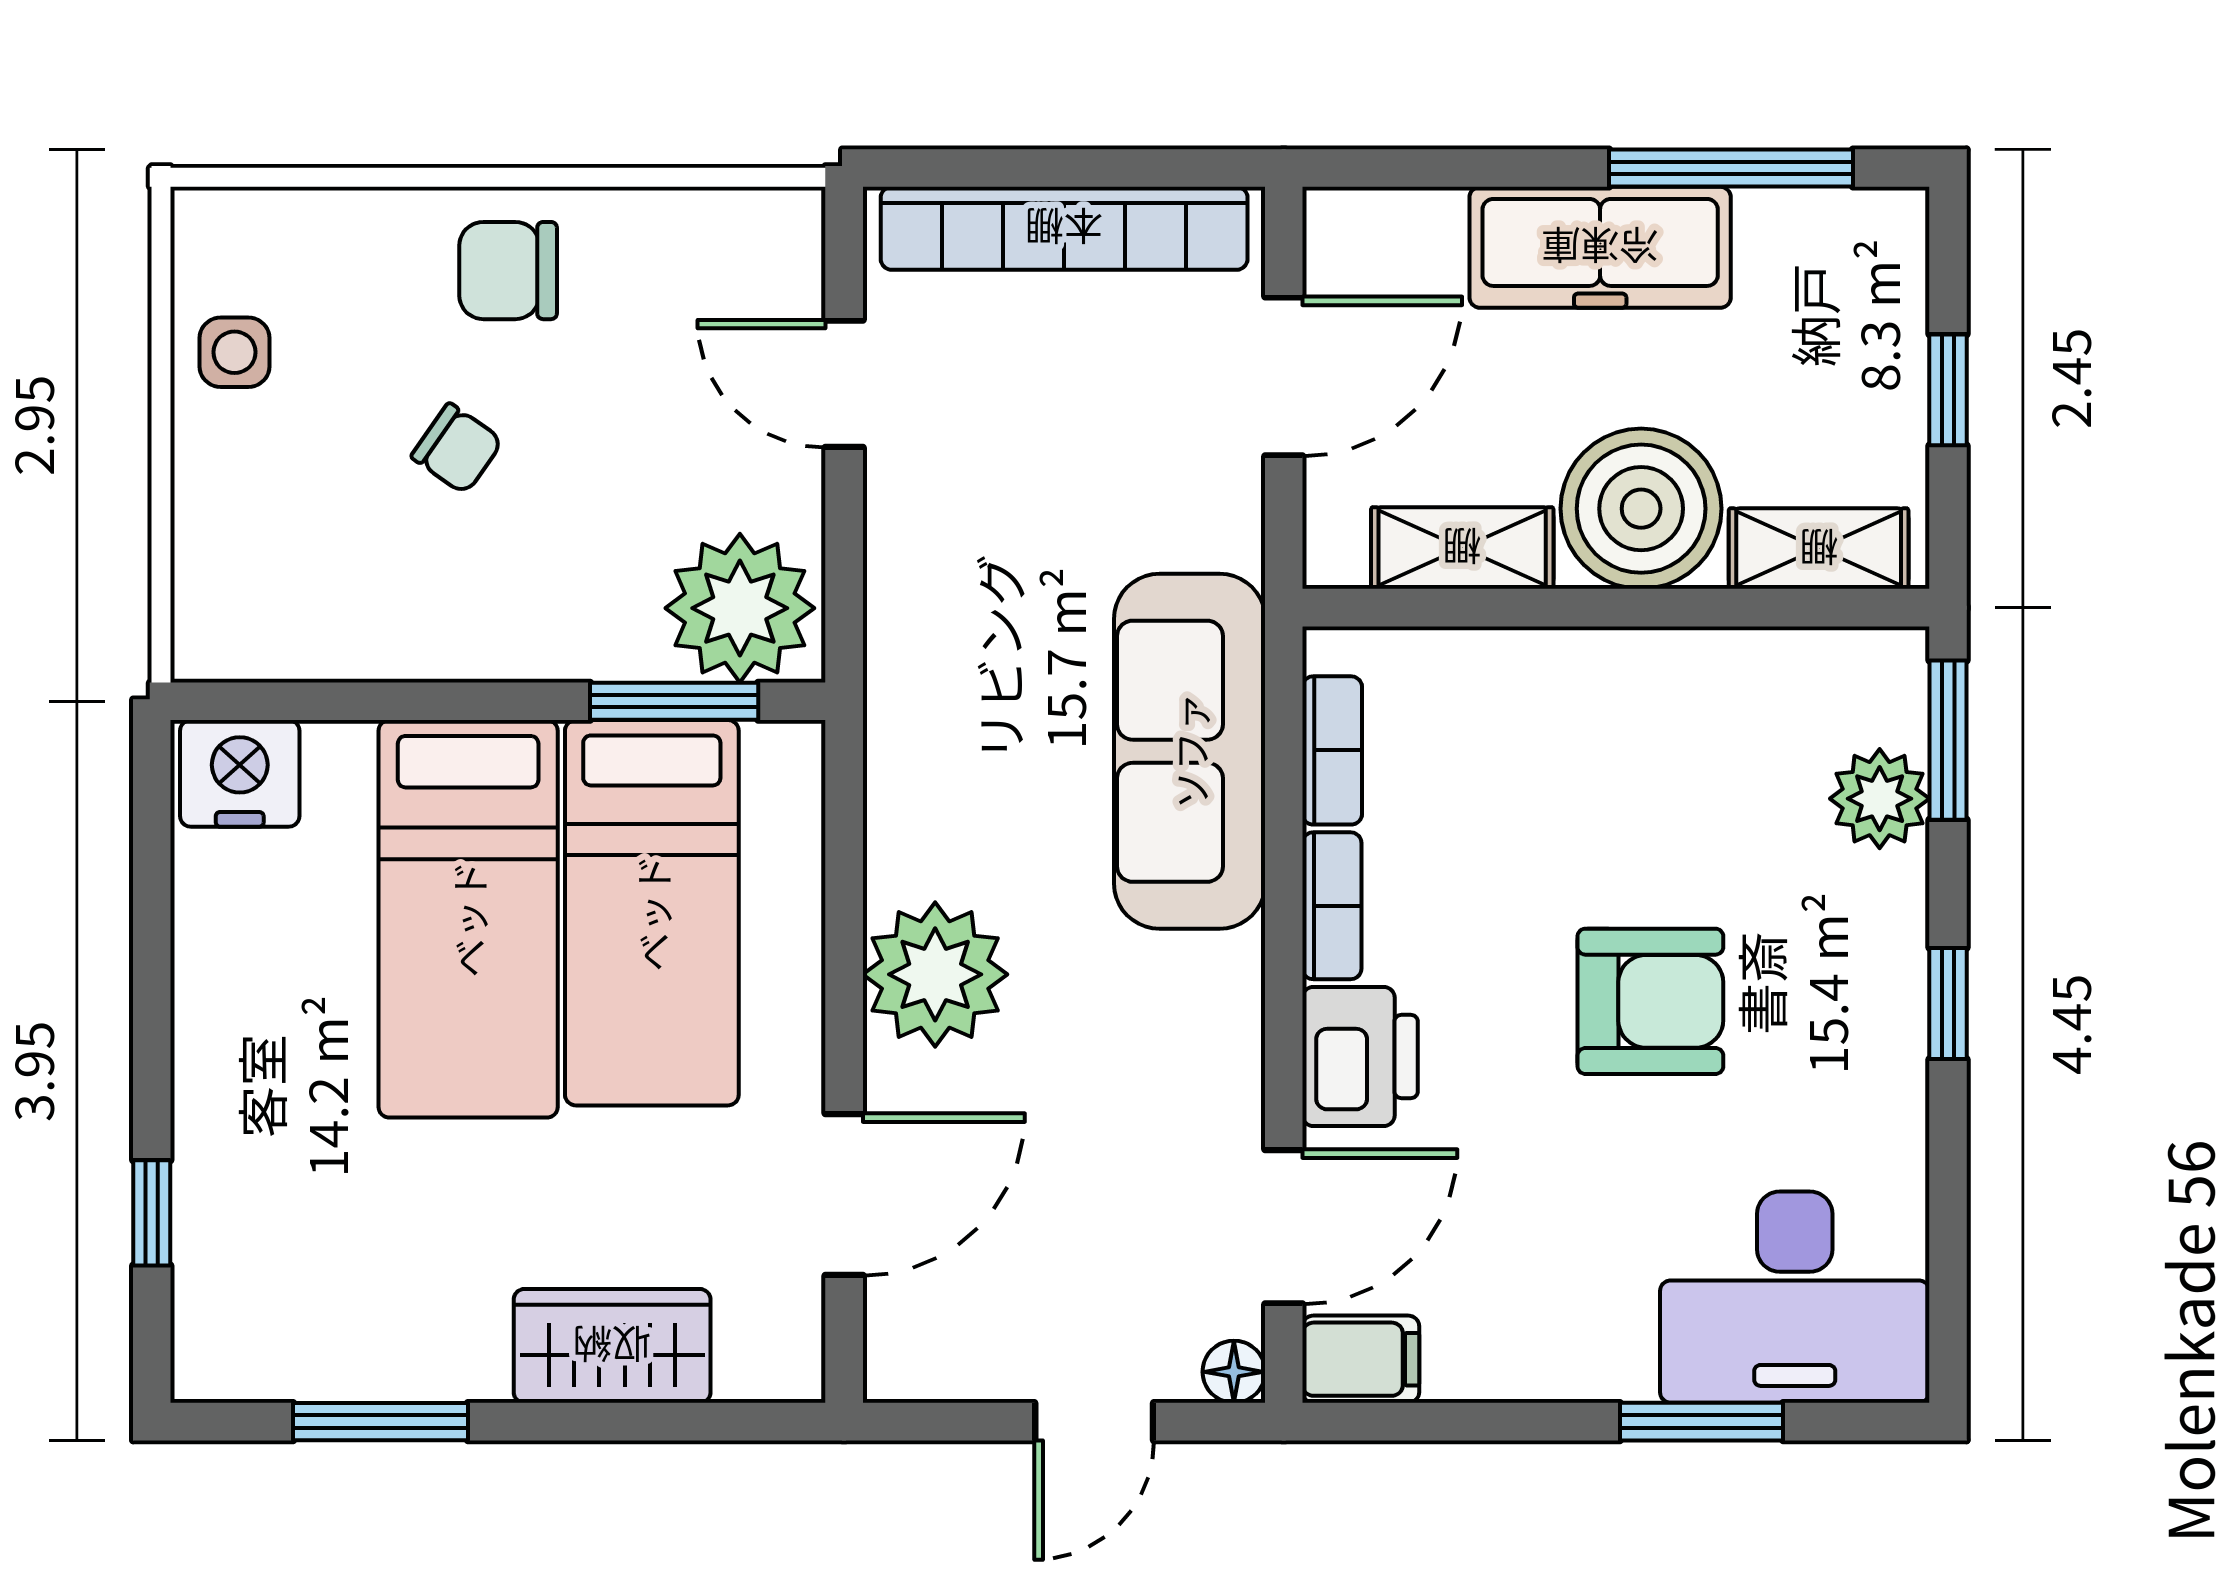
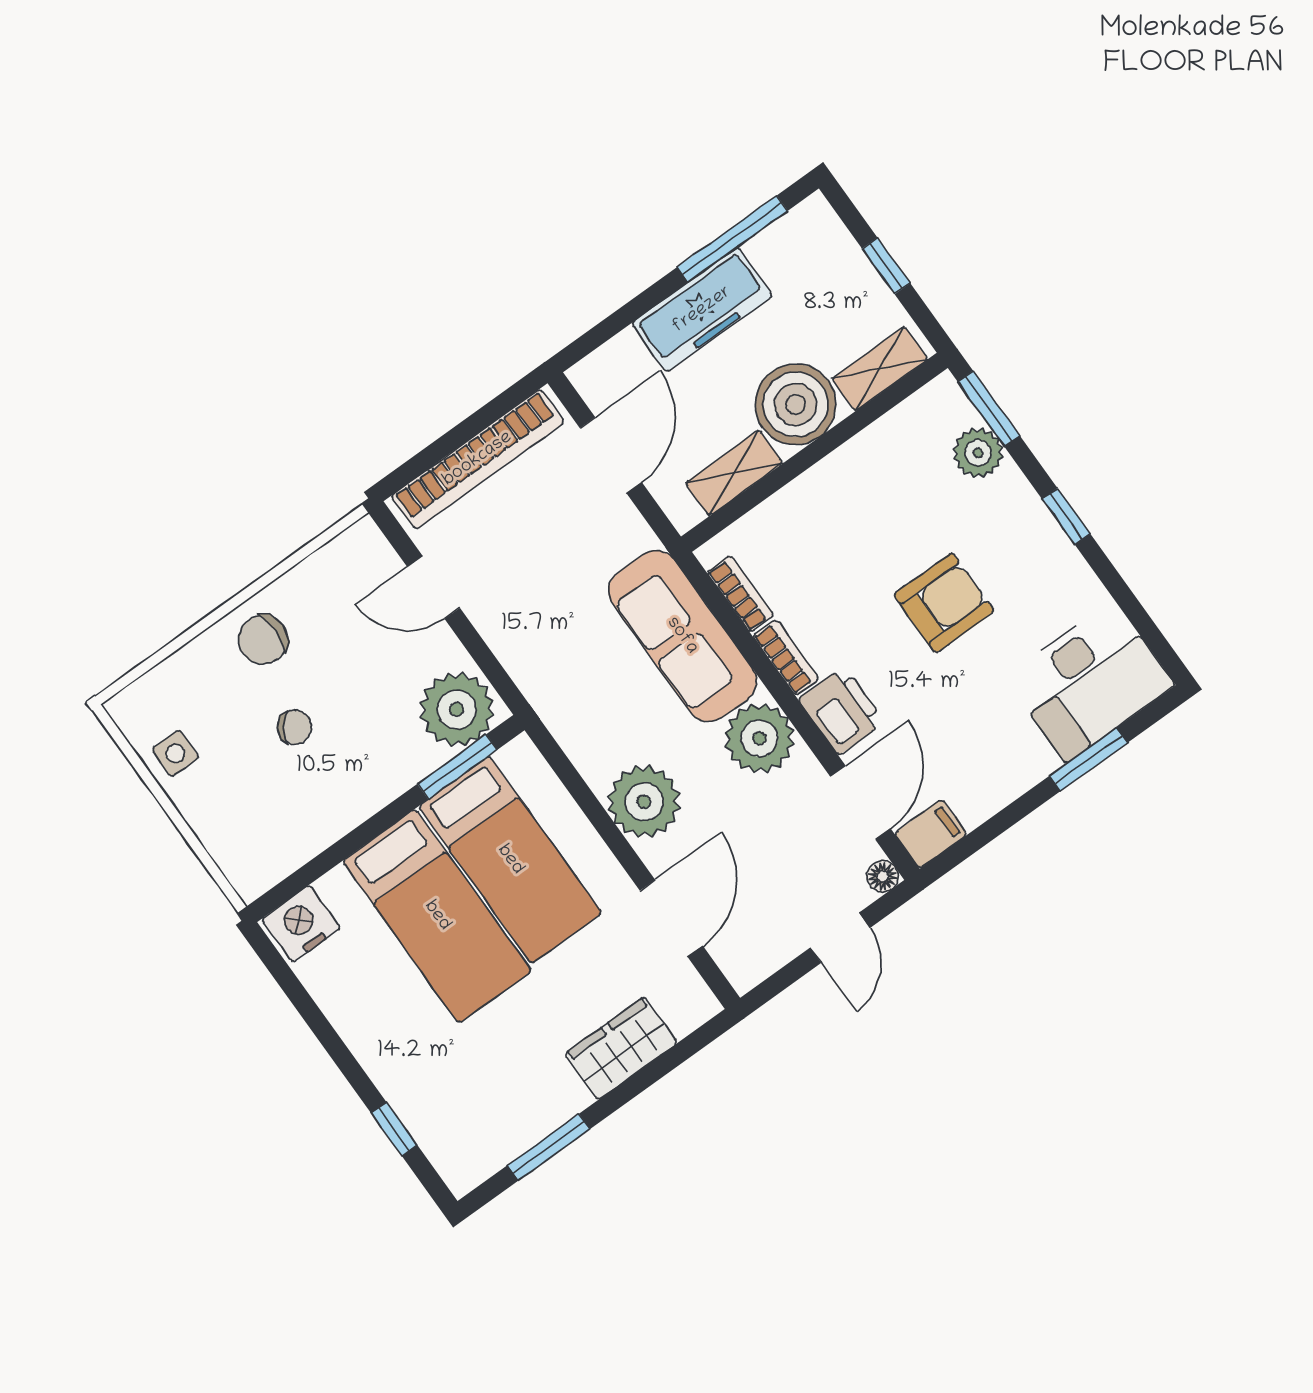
plant: (1195, 1006) -> (760, 738), added

